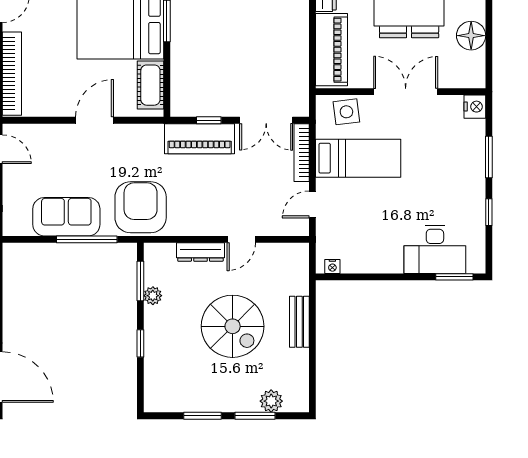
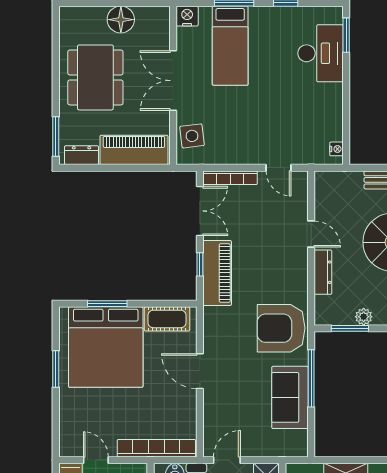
bed: (358, 158) -> (230, 46), moved, turned 180

